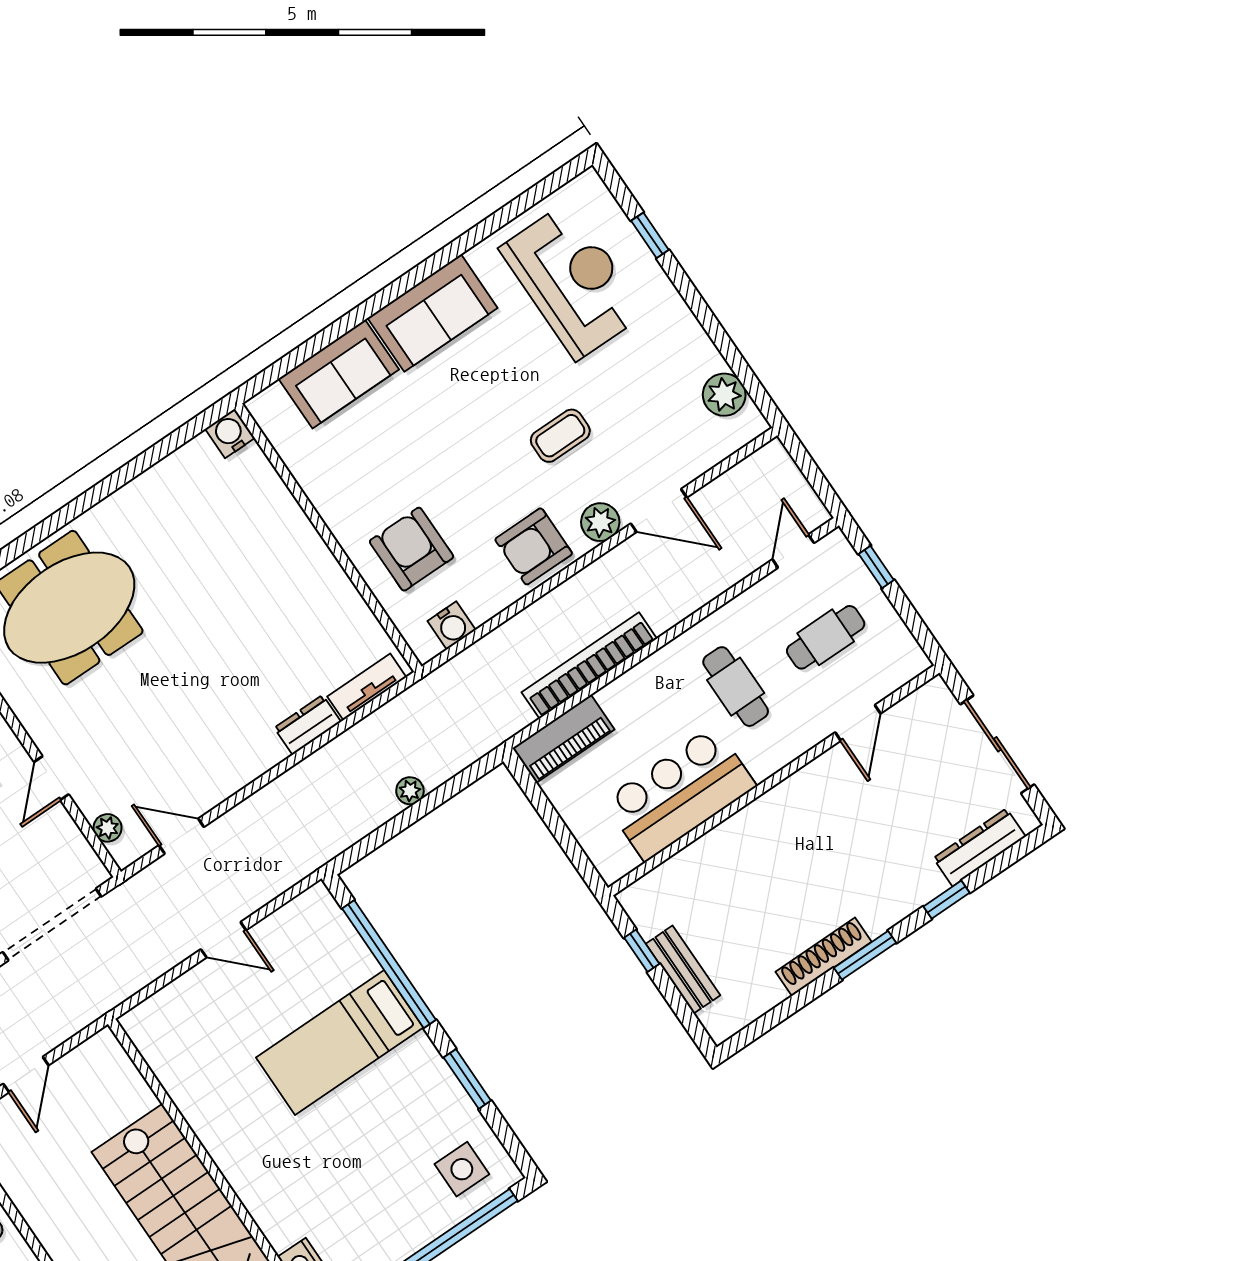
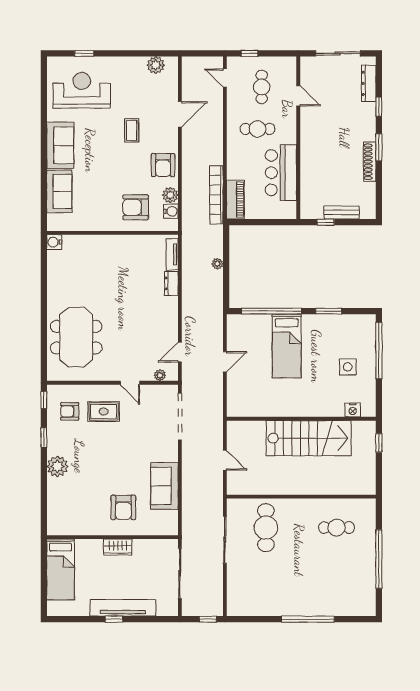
plant: (600, 522) -> (170, 195), moved
bookcase: (589, 665) -> (216, 195), moved
side table: (462, 1169) -> (348, 367), moved

